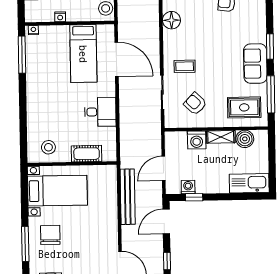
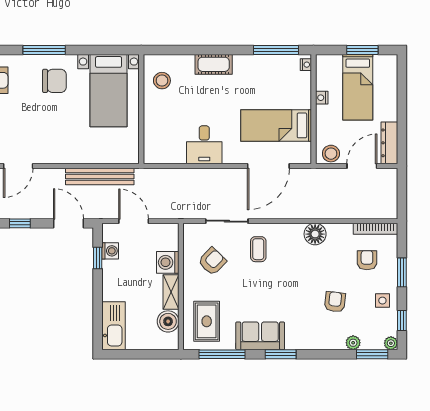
cot: (87, 154) -> (214, 64), moved, turned 90

